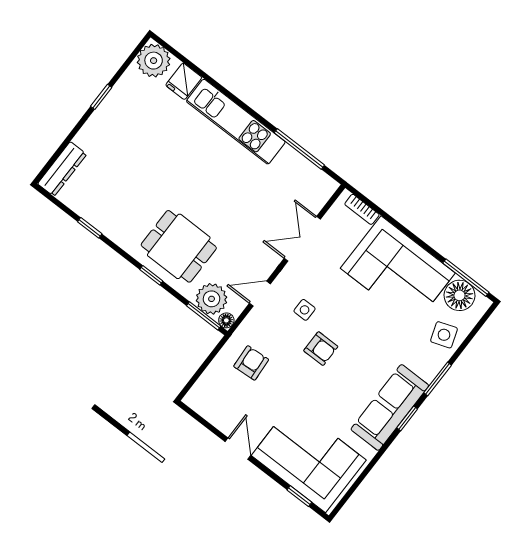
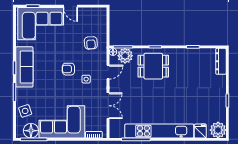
kitchen unit: (236, 122) -> (159, 131), width x1.36

